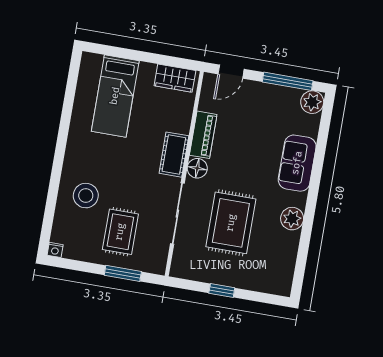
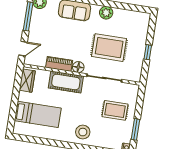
door: (231, 72) -> (23, 49), hinge flipped
cot: (174, 155) -> (66, 82), width x1.37, depth x1.34
stool: (86, 196) -> (83, 132), moved
window: (123, 273) -> (135, 129), moved

